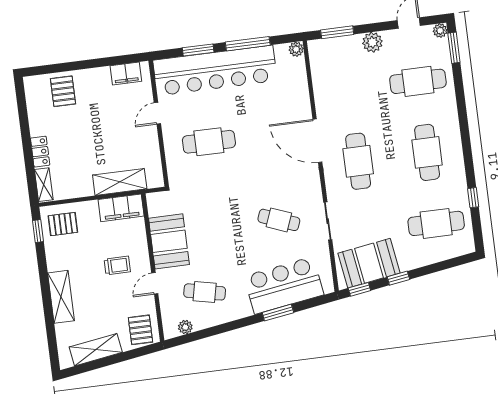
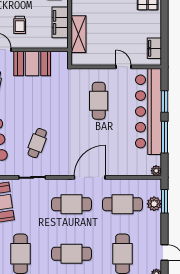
plant: (372, 42) -> (154, 204), moved
cafe table: (349, 90) -> (122, 204), added
filing cabinet: (121, 208) -> (60, 22), moved

